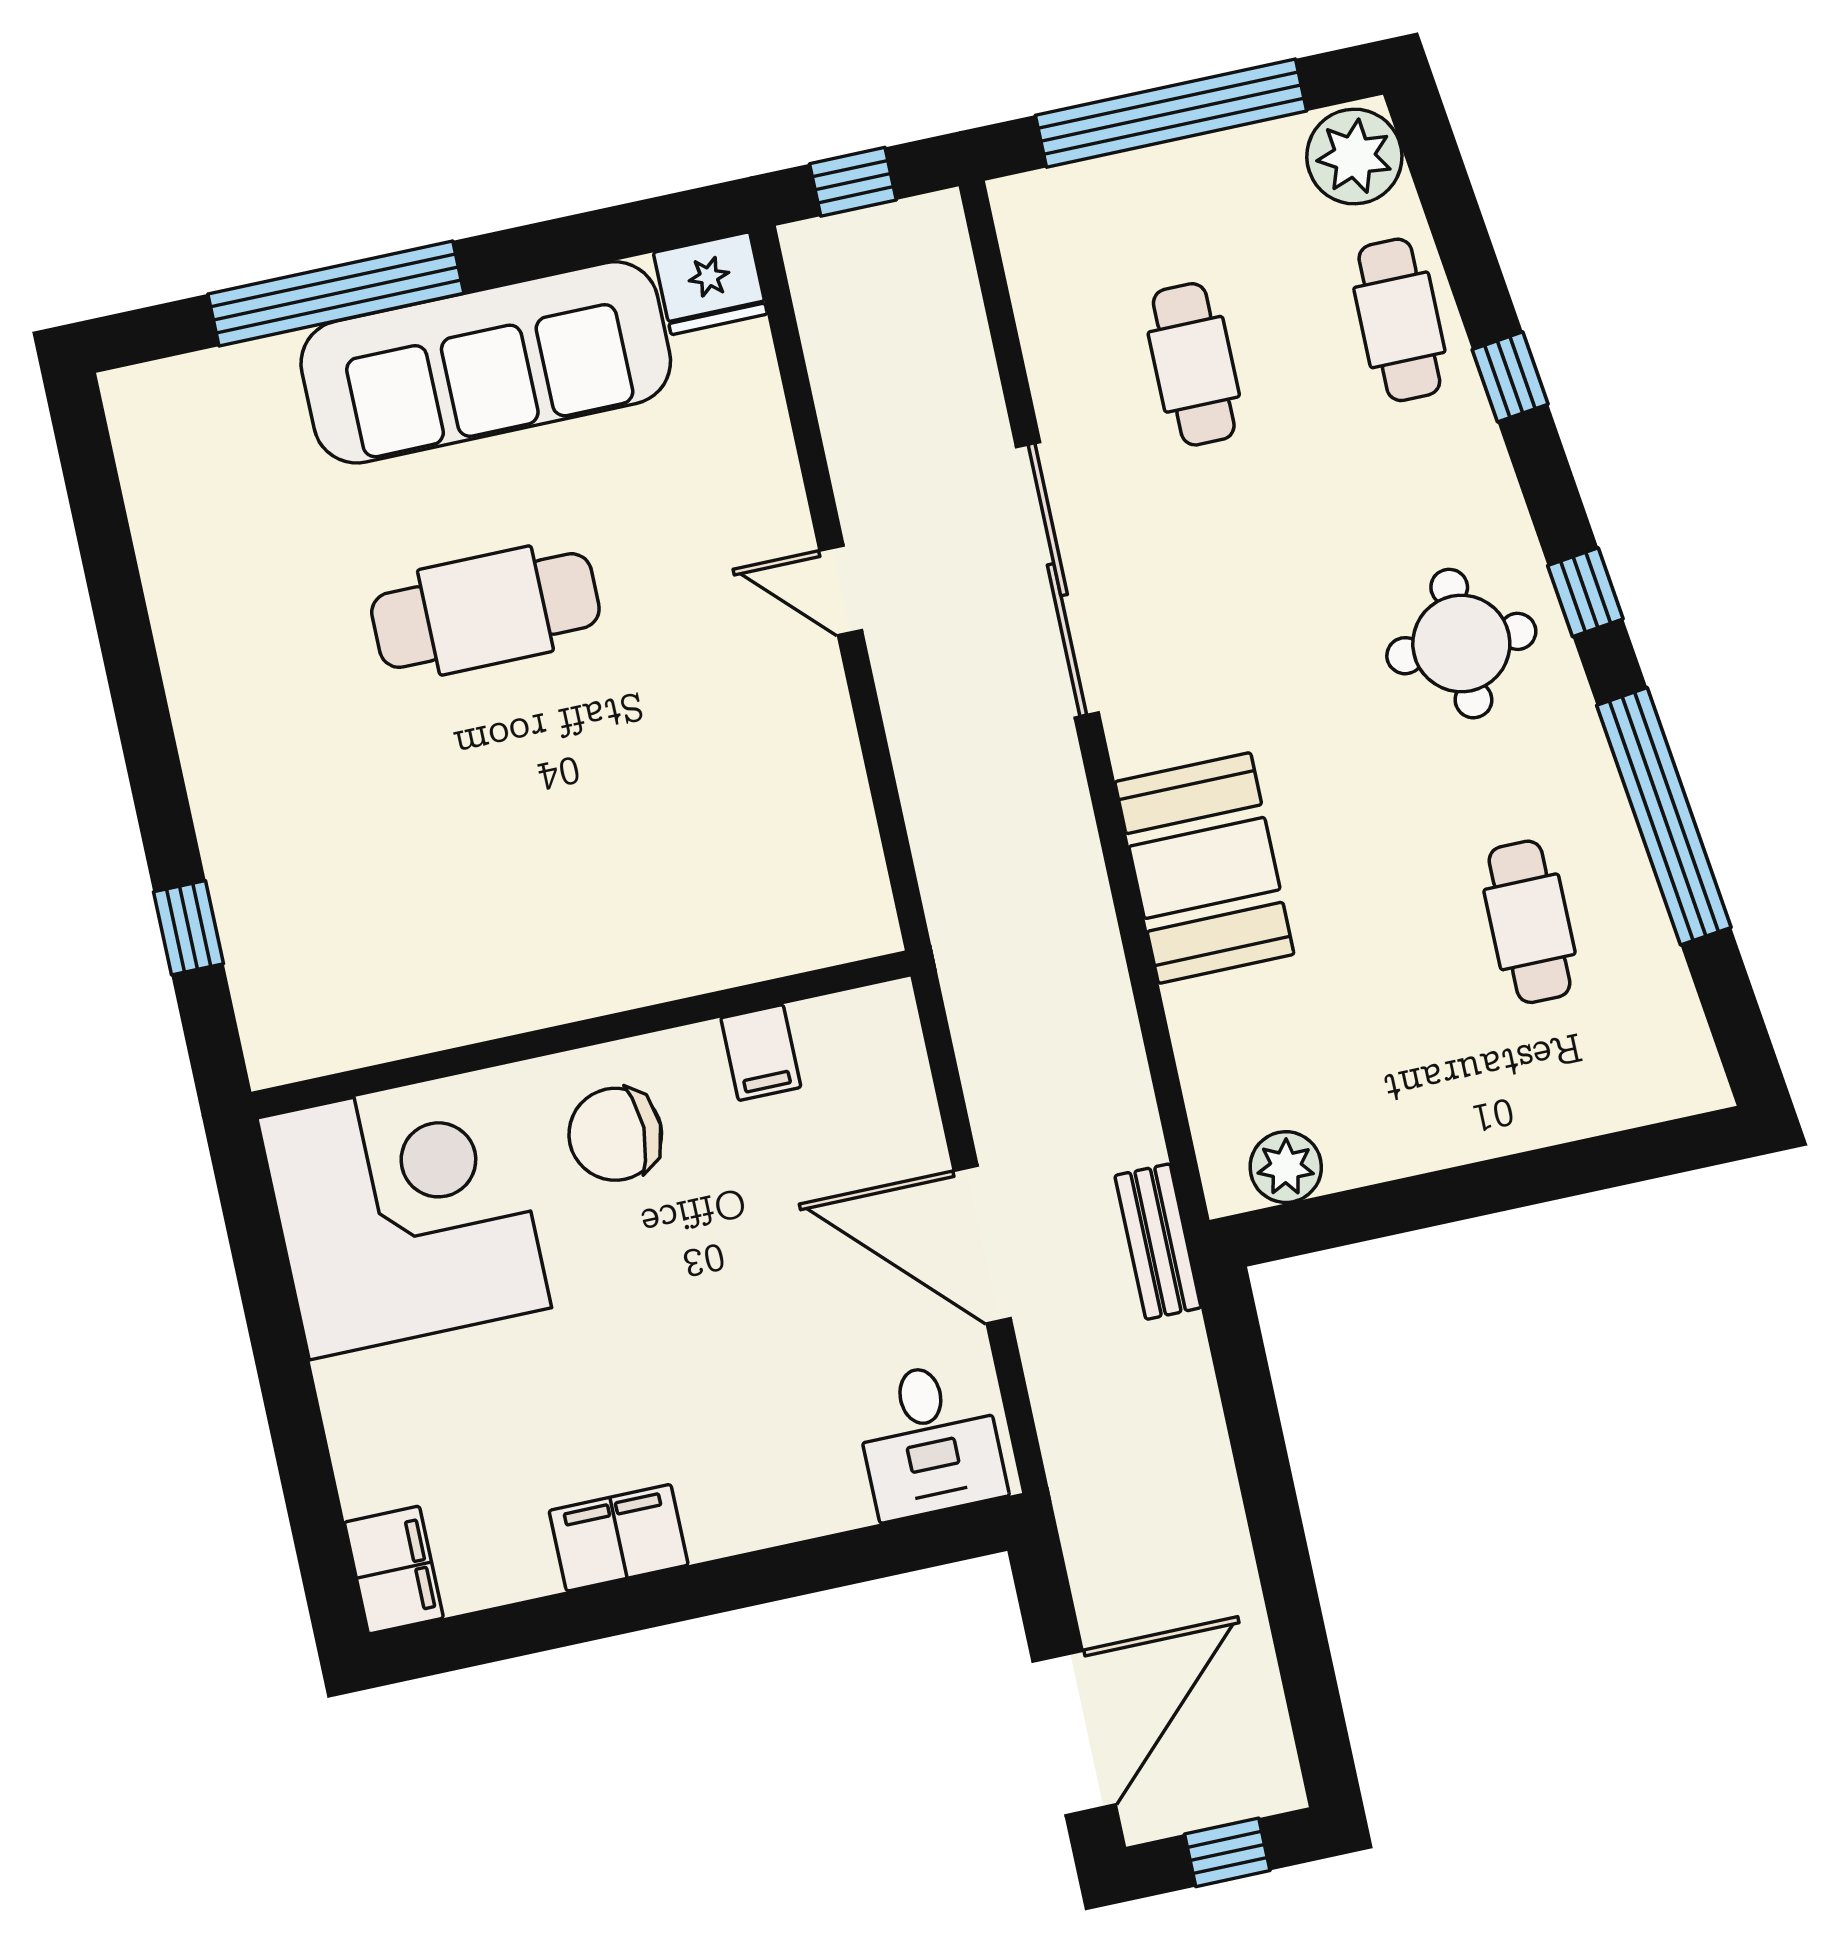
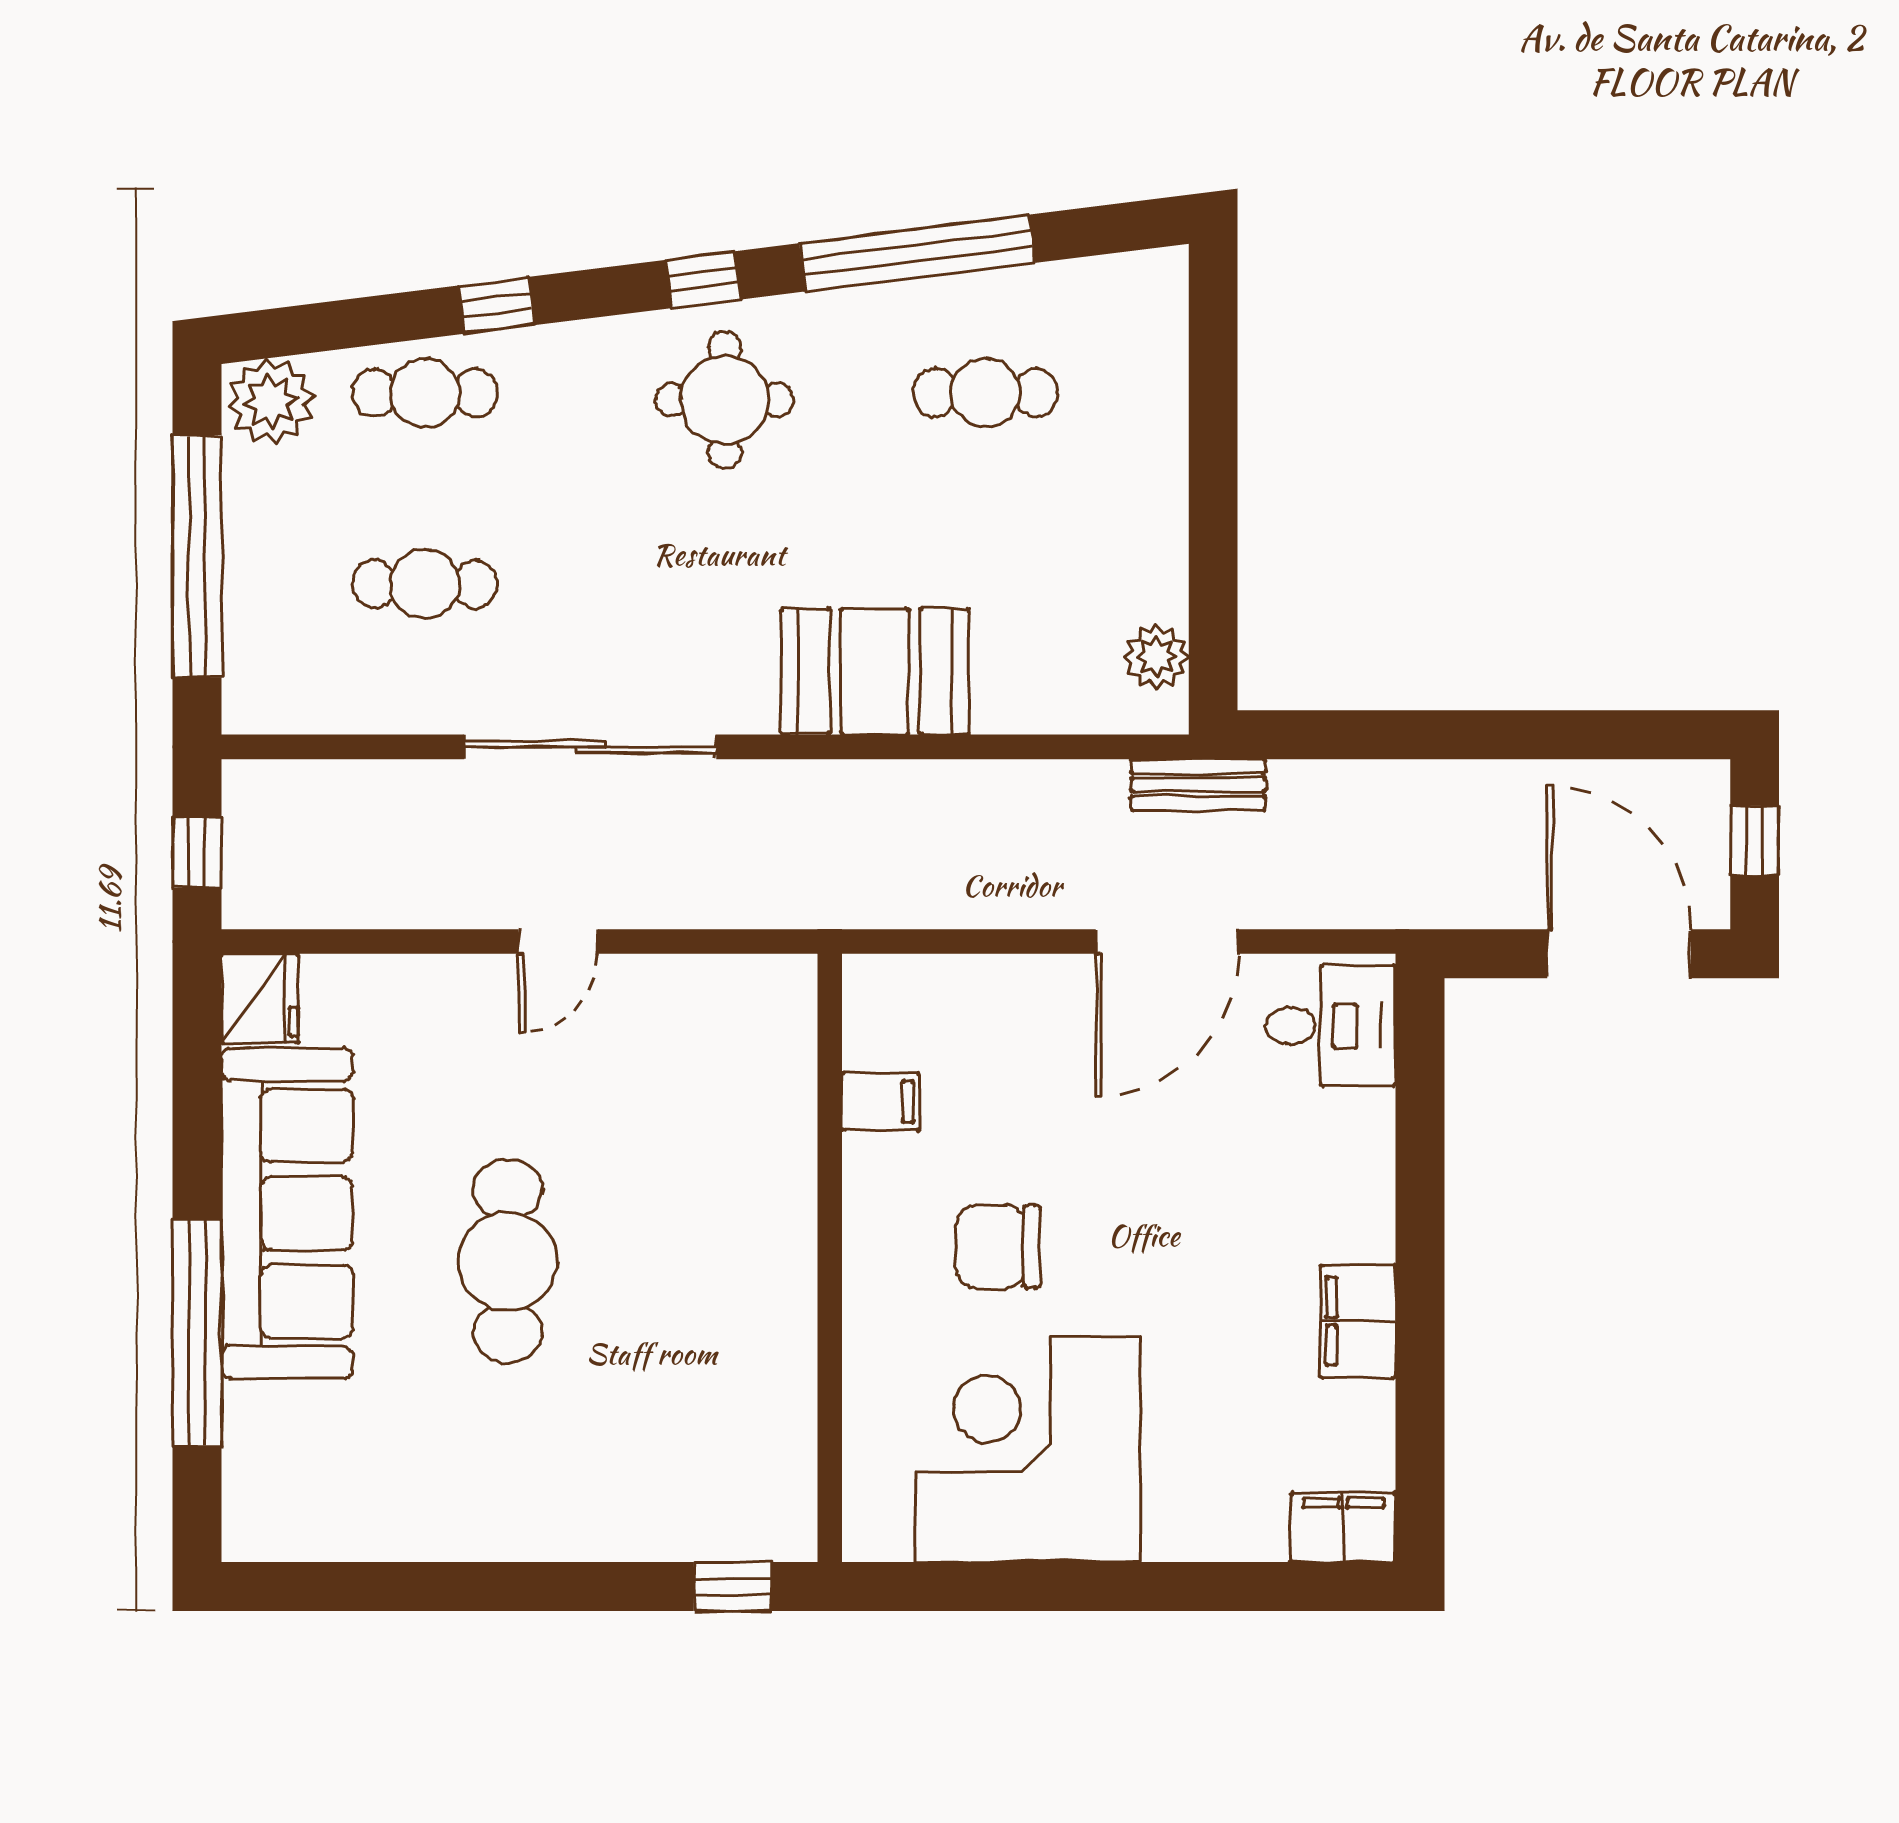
wall: (581, 1034) -> (830, 1258), moved
filing cabinet: (761, 1053) -> (881, 1102), moved
chair: (615, 1134) -> (998, 1247), turned 90

